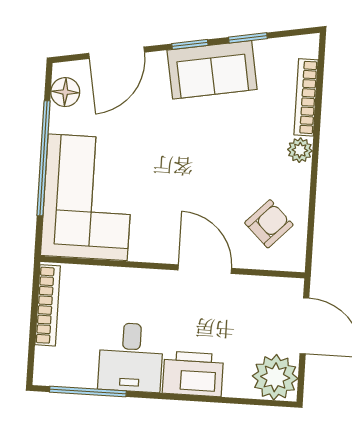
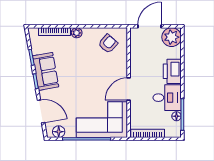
armchair: (269, 224) -> (108, 44), turned 87
door: (205, 269) -> (129, 89), moved
floor lamp: (85, 377) -> (176, 116), added

